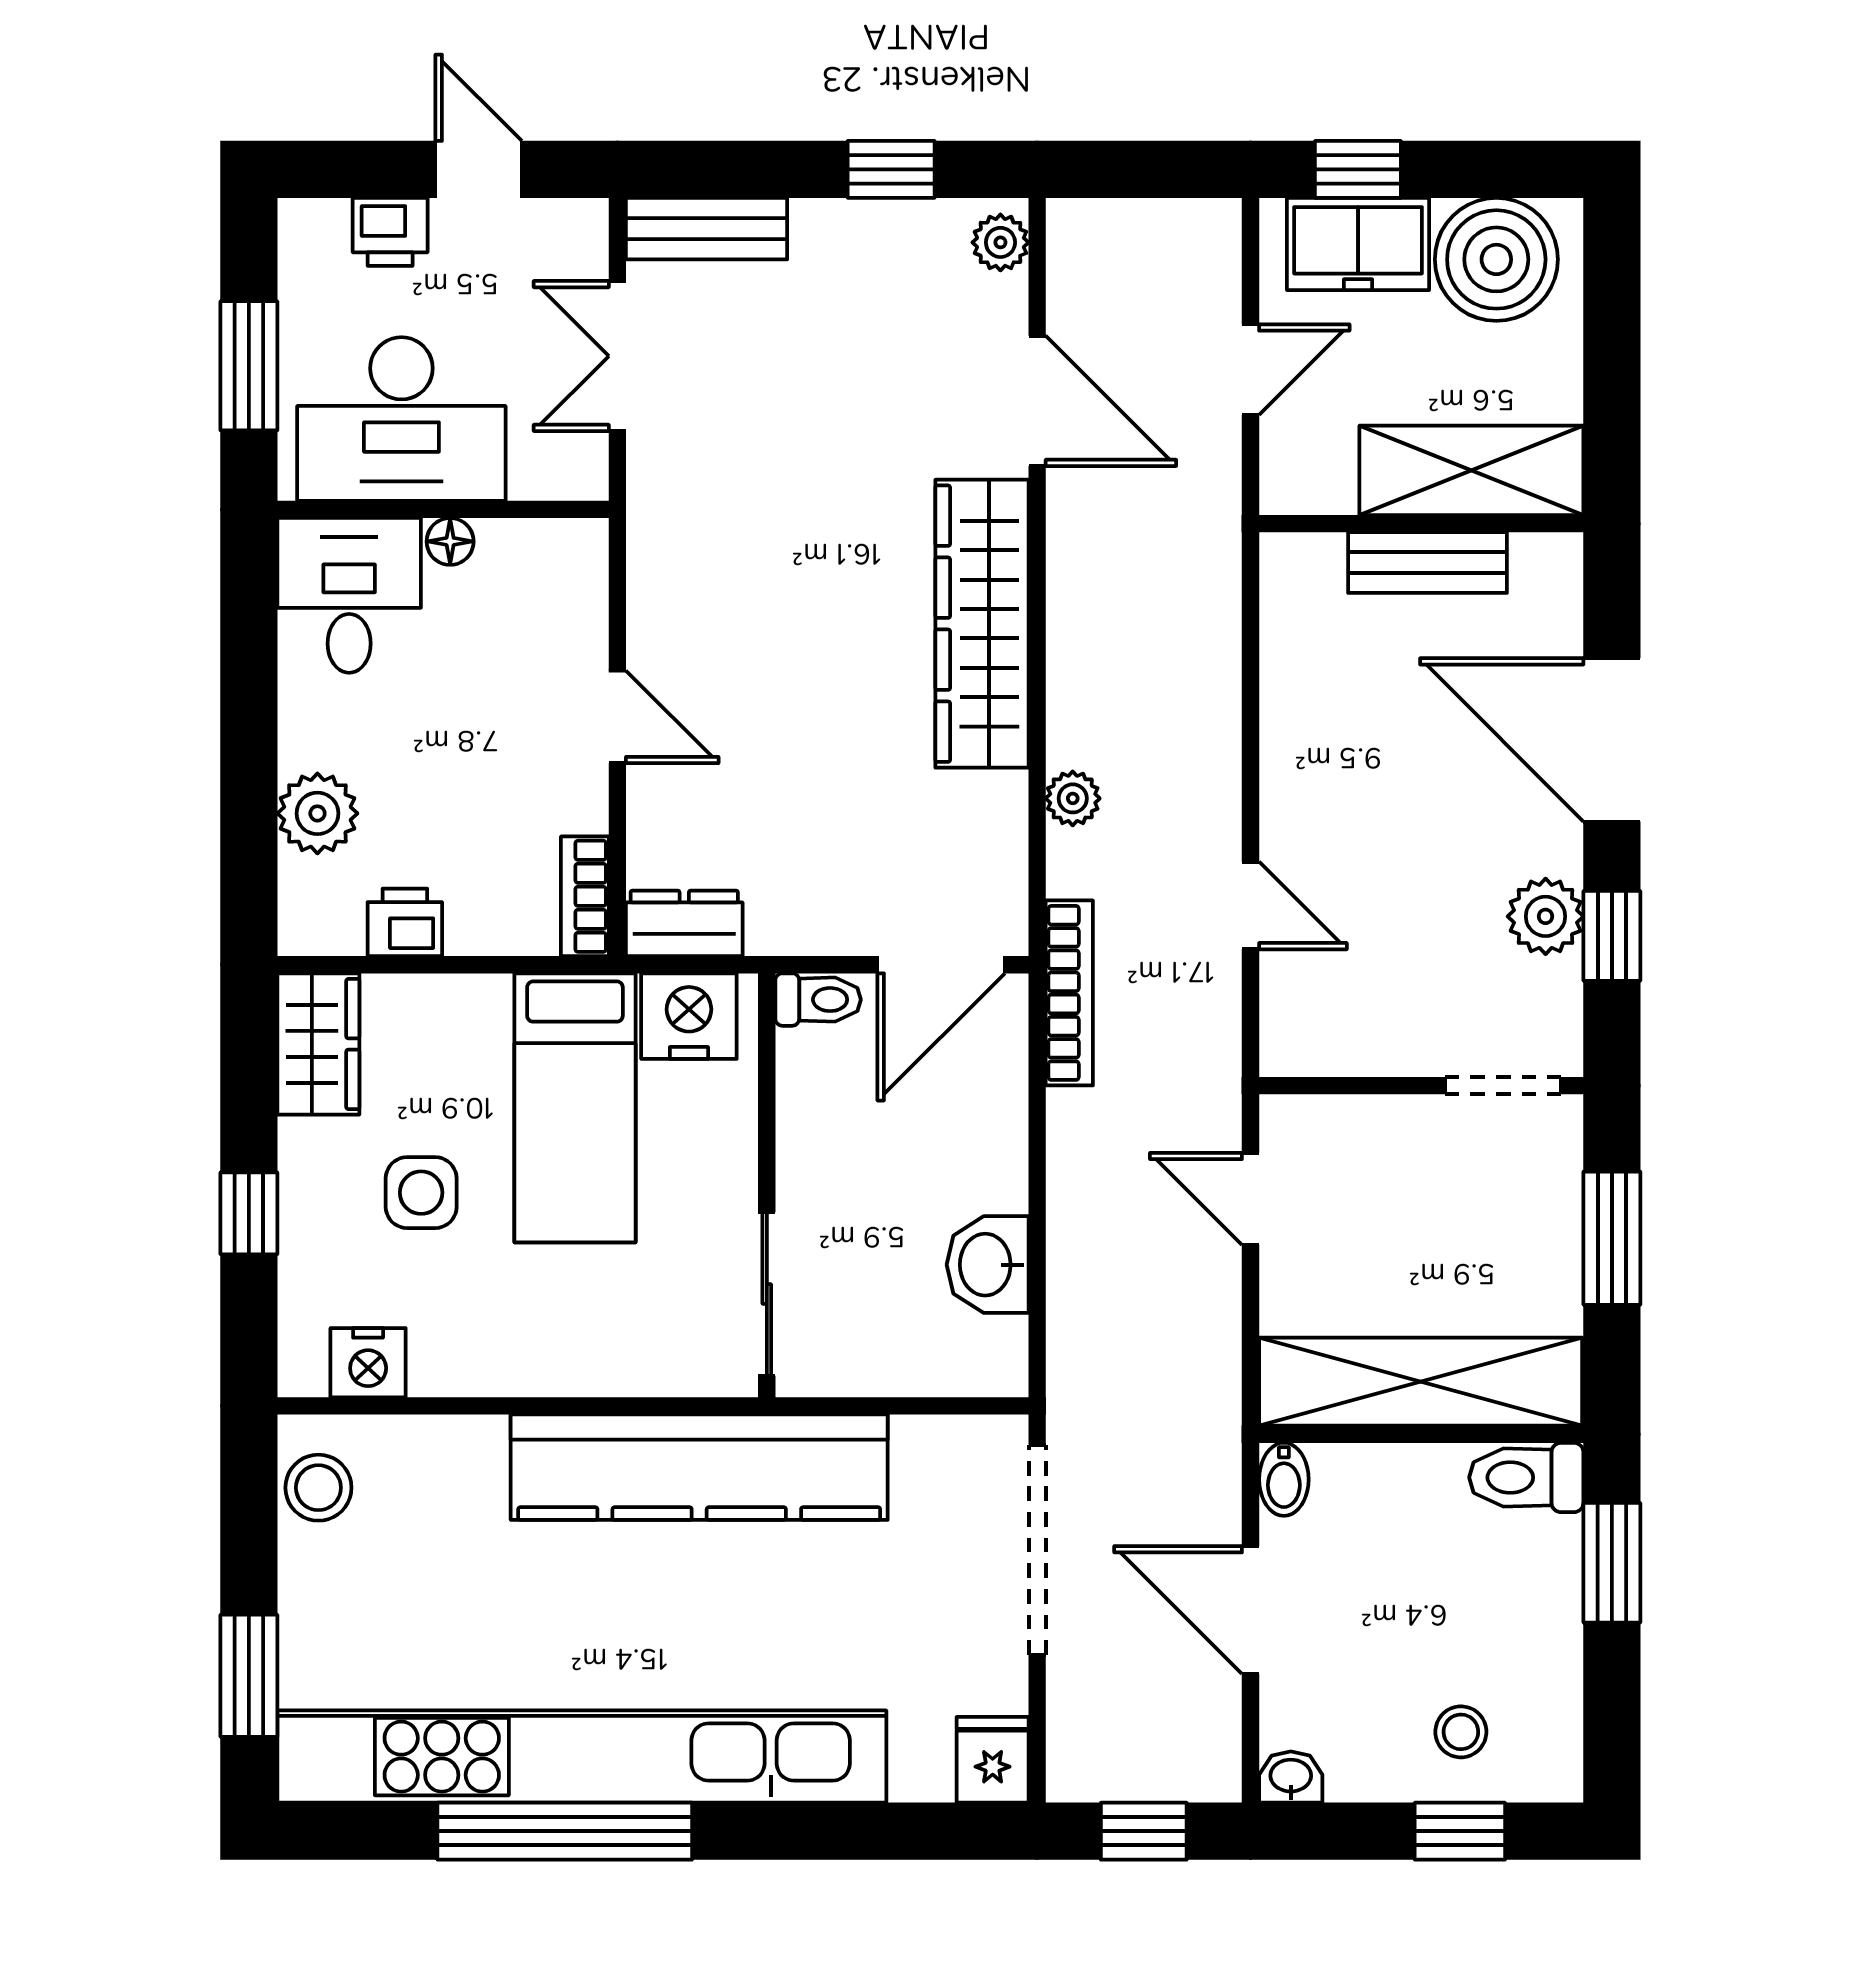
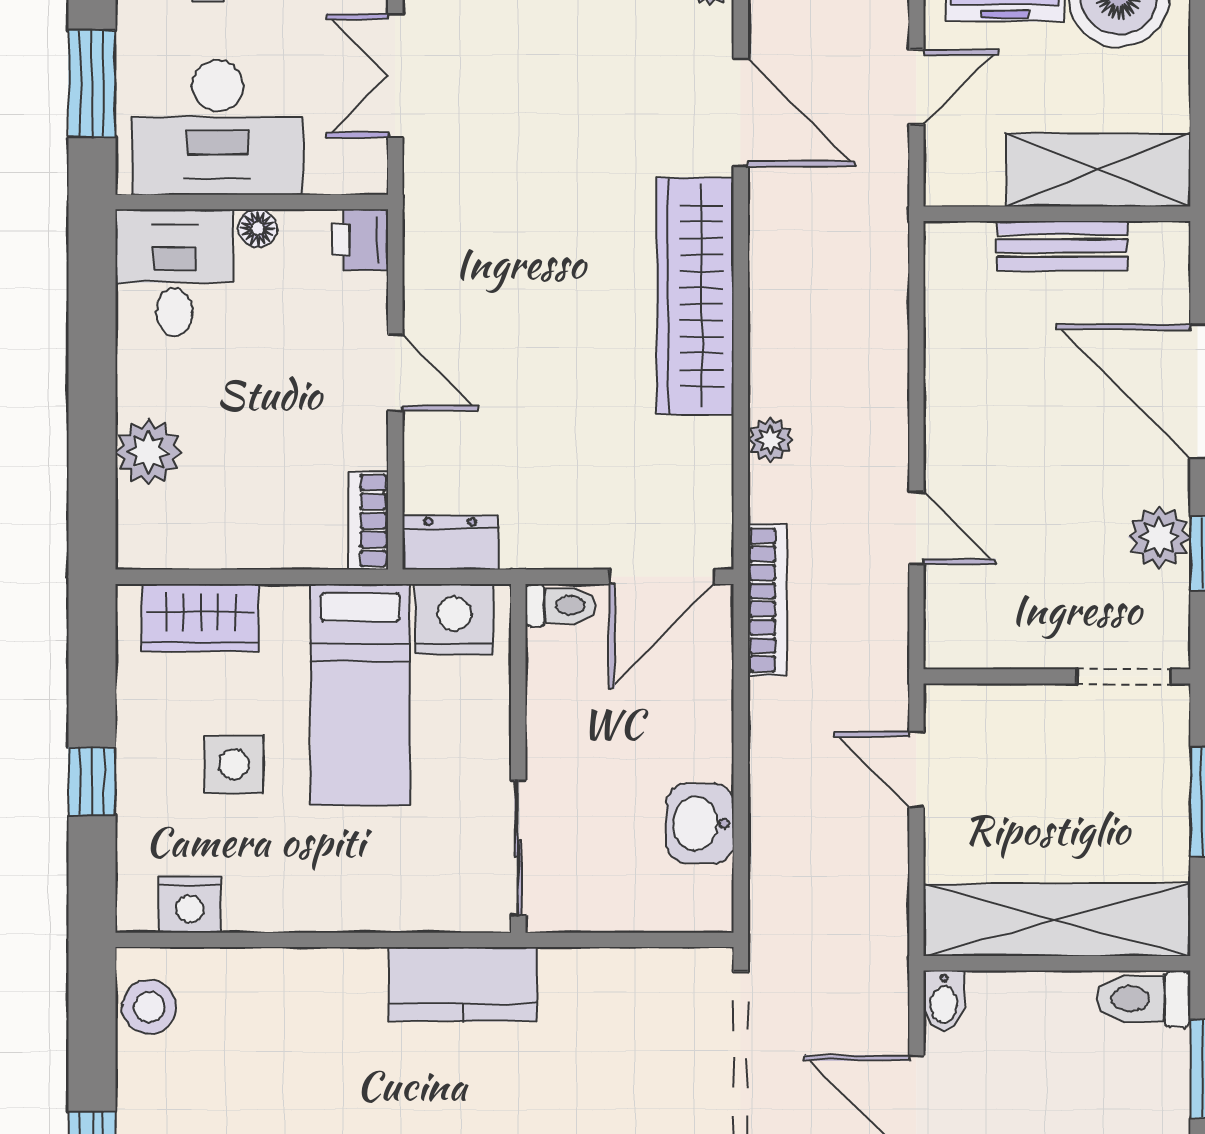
printer: (405, 922) -> (360, 240), moved, turned -90
wardrobe: (318, 1044) -> (201, 618), moved, turned 90
kitchen counter: (699, 1467) -> (463, 984), width x0.48, depth x0.86

